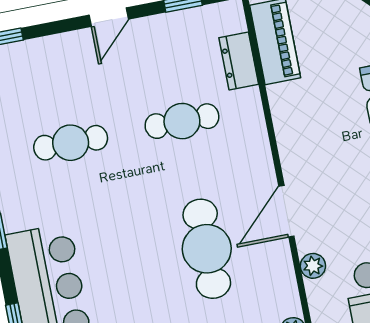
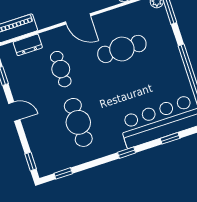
cafe table: (71, 143) -> (78, 122), width x1.37, depth x1.35
door: (286, 211) -> (78, 19), moved

